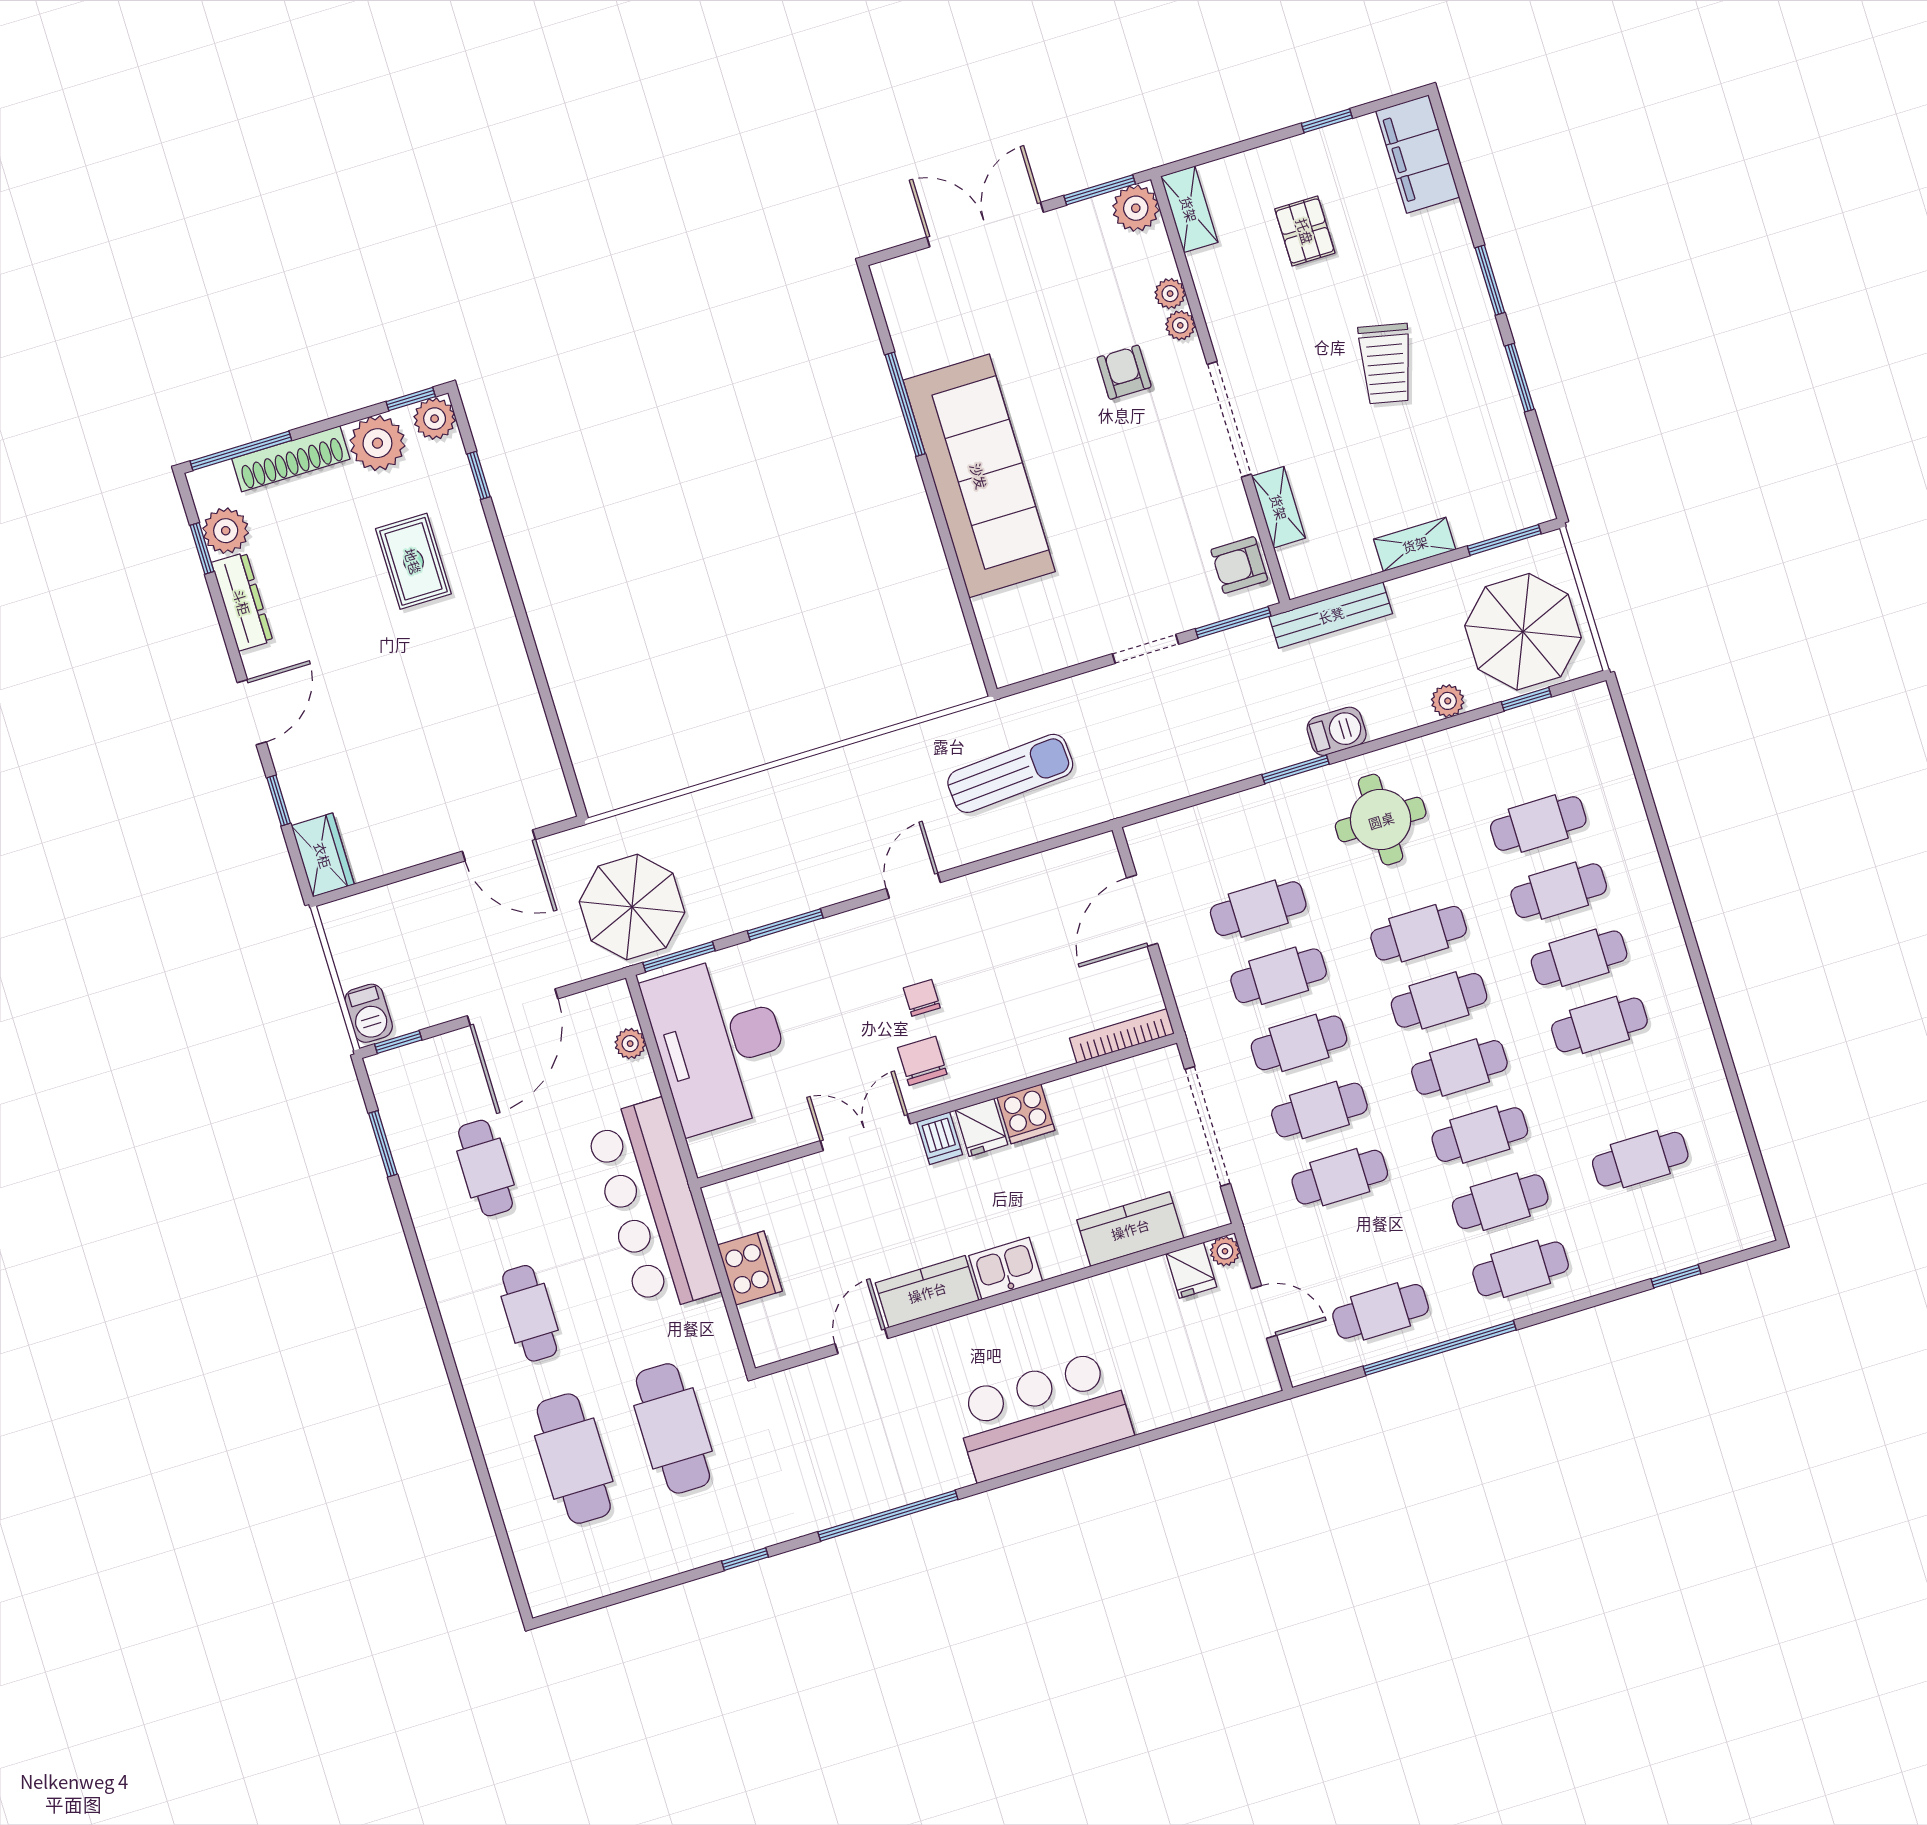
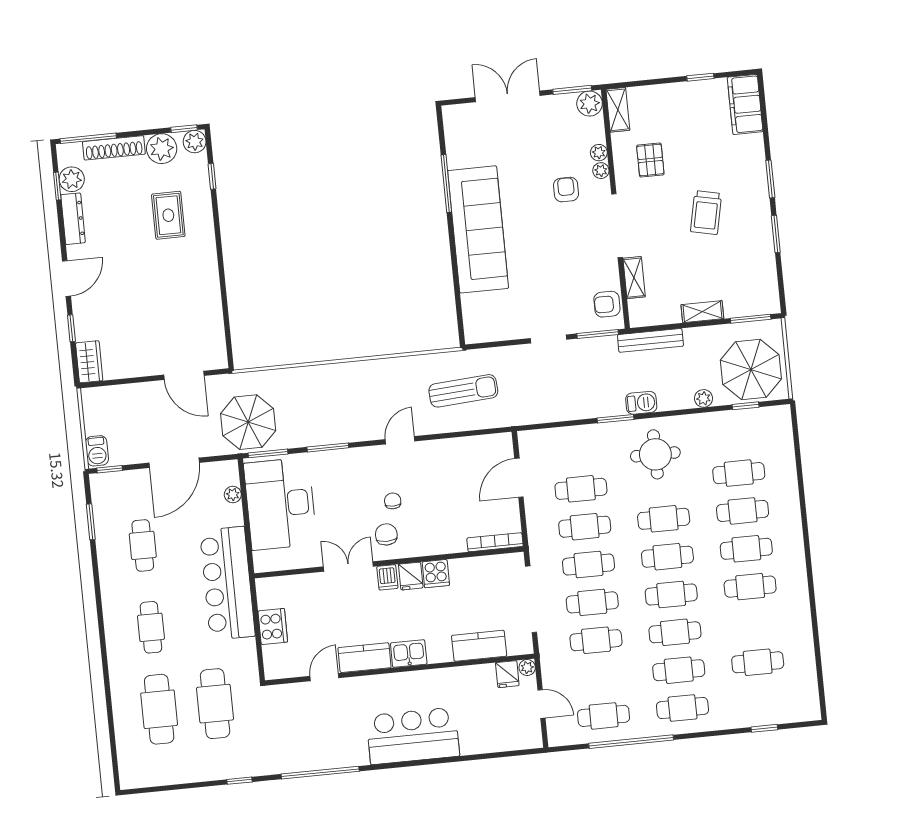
pallet: (1305, 231) -> (650, 160), moved

